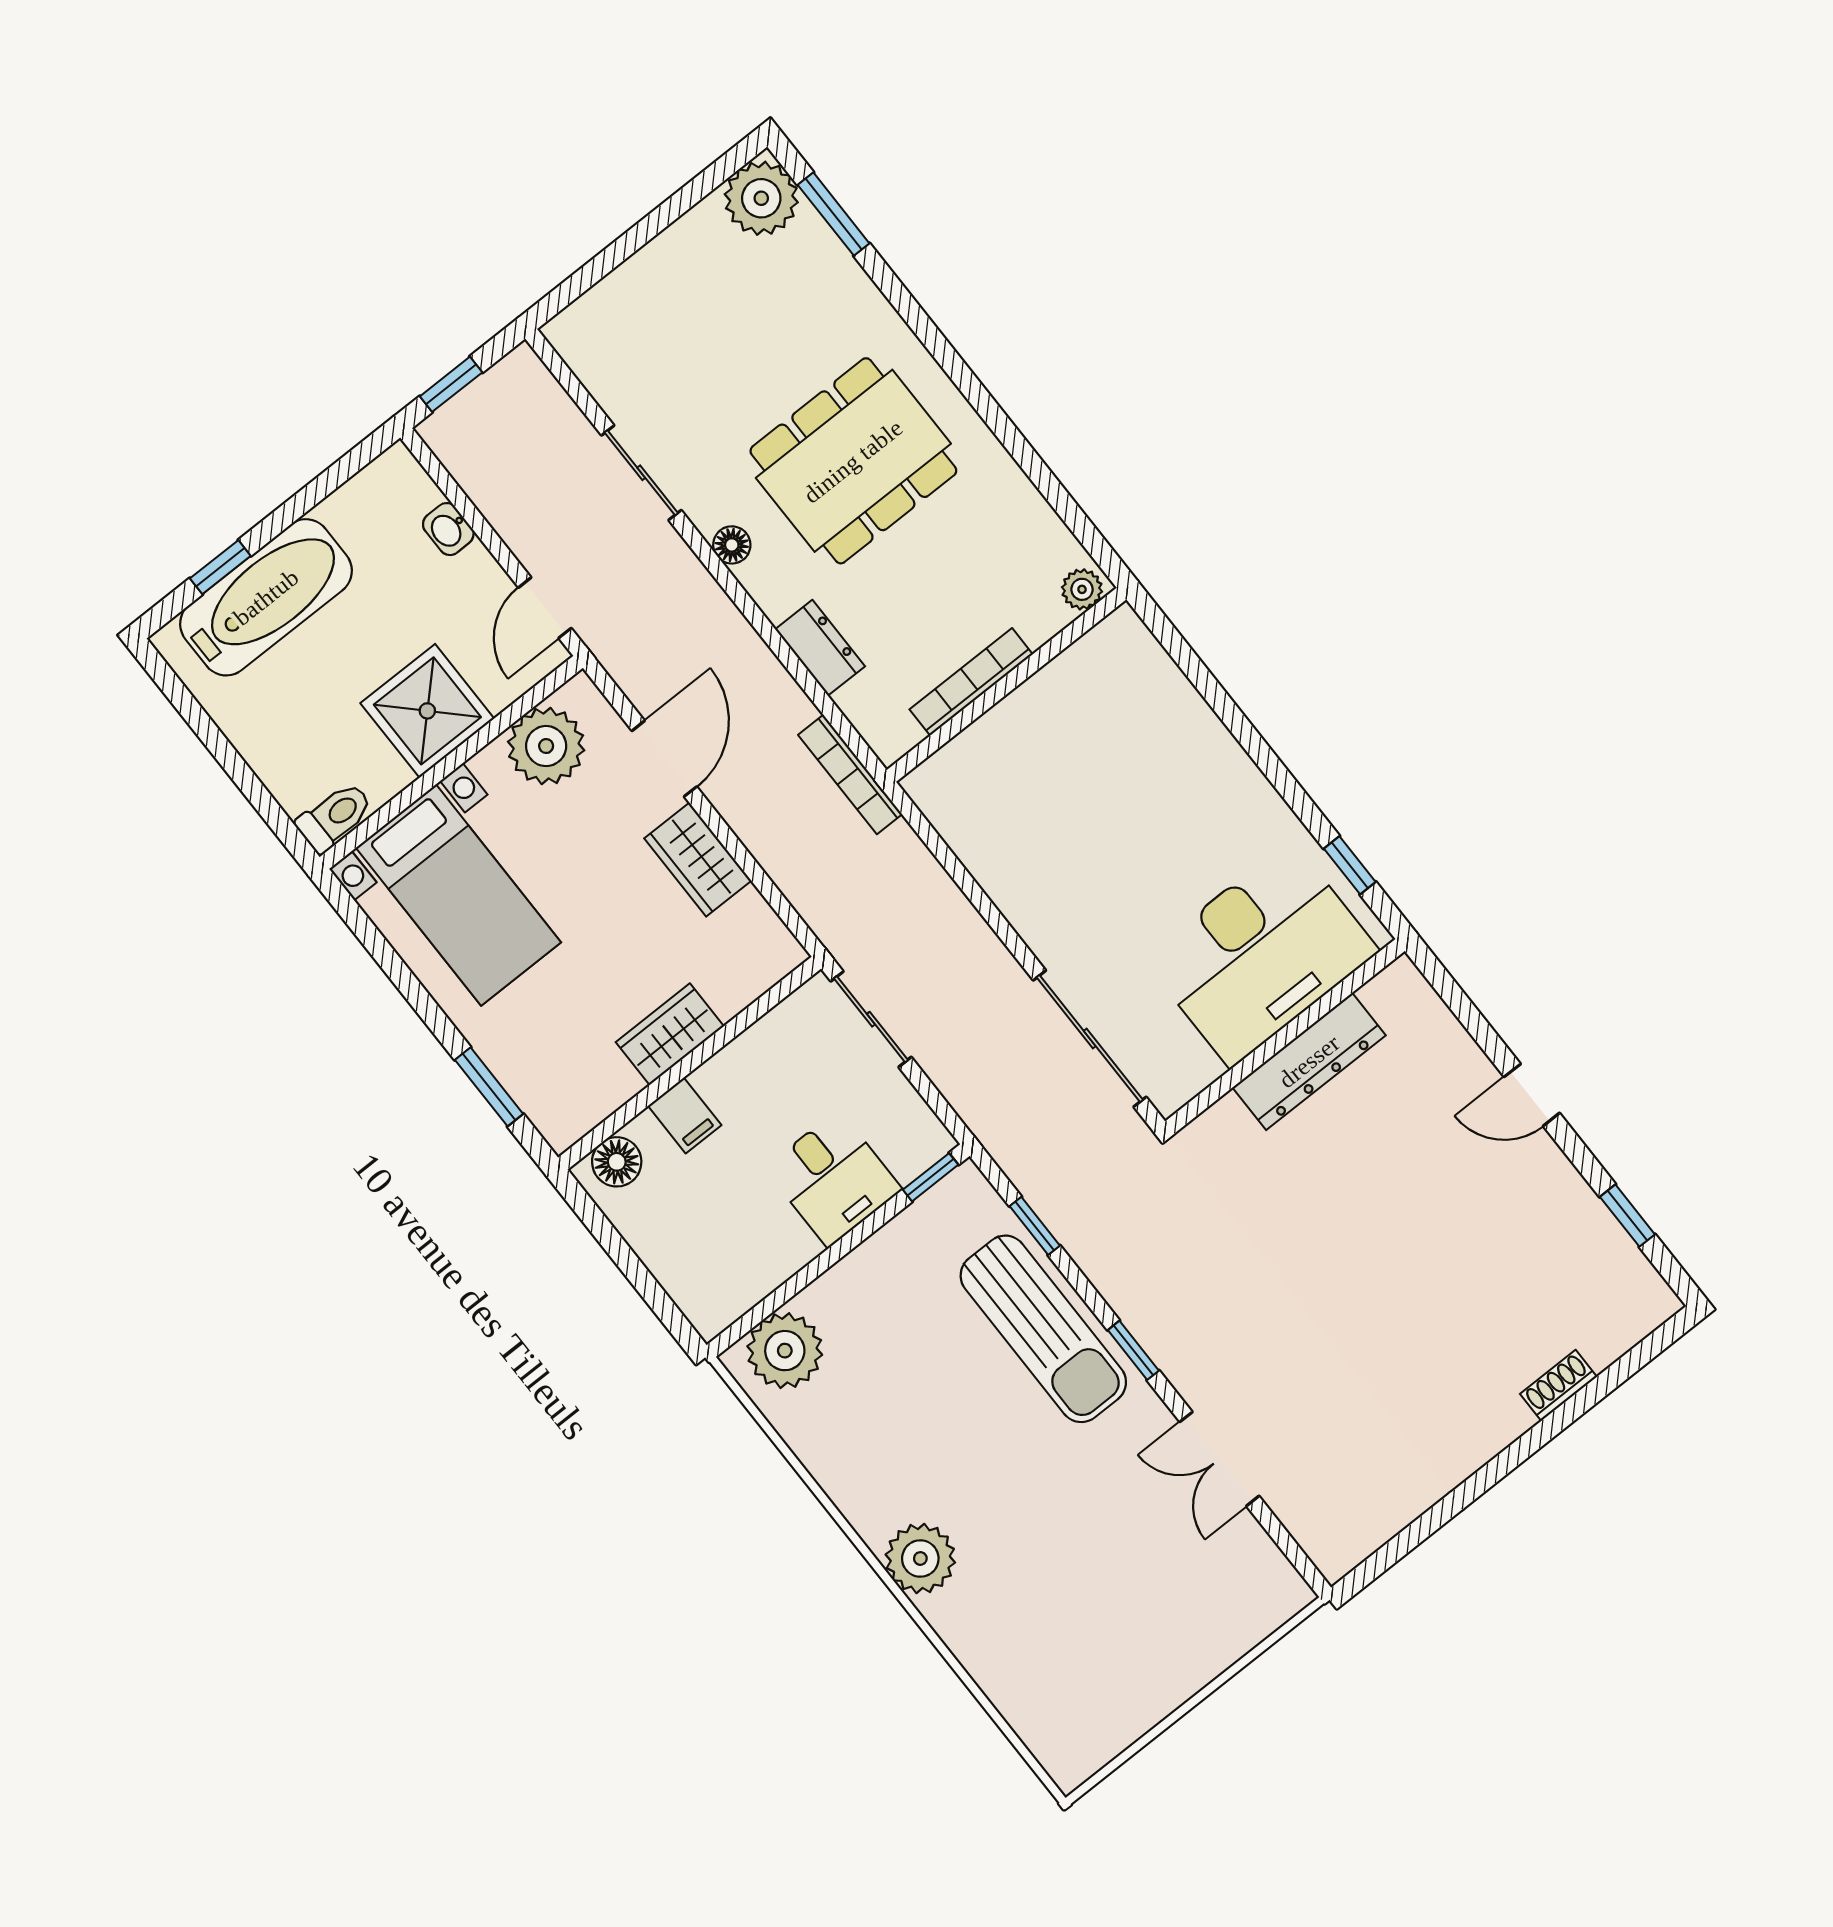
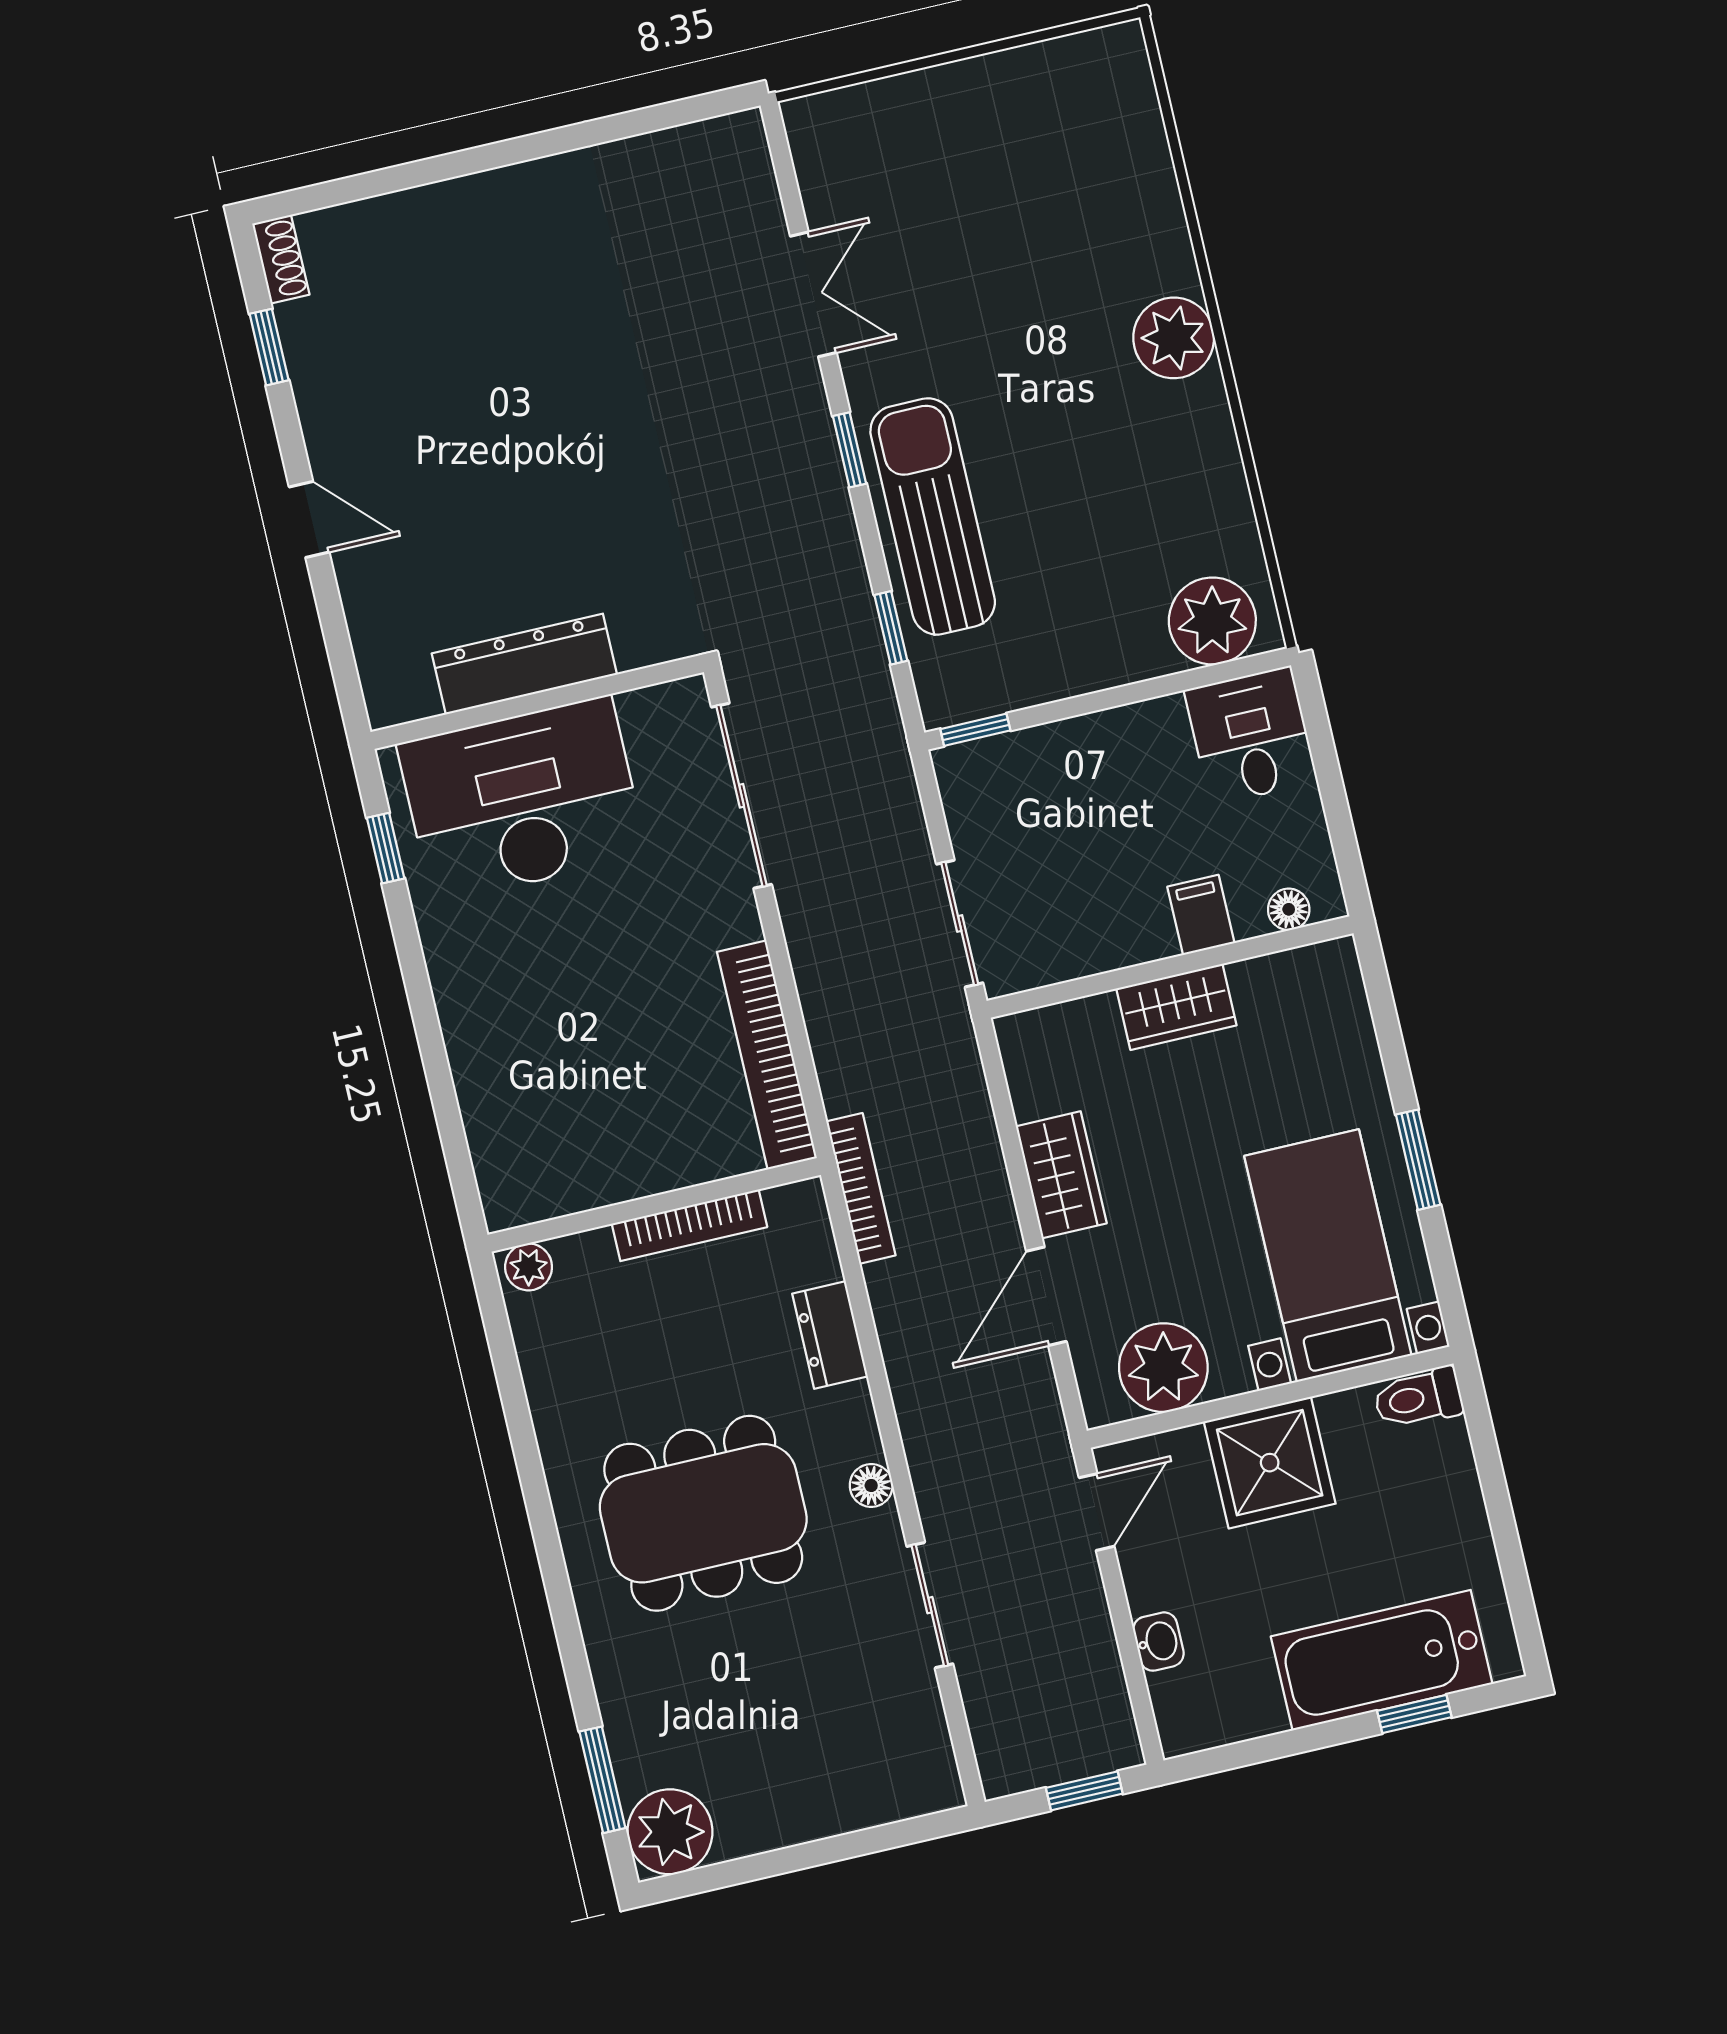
bookcase: (974, 844) -> (767, 1055), added
window: (489, 1087) -> (1418, 1160), moved
floor lamp: (617, 1162) -> (1289, 909), width x0.73, depth x0.73
desk: (833, 1179) -> (1251, 736), moved
shoe rack: (1559, 1385) -> (281, 259), moved, turned -90

